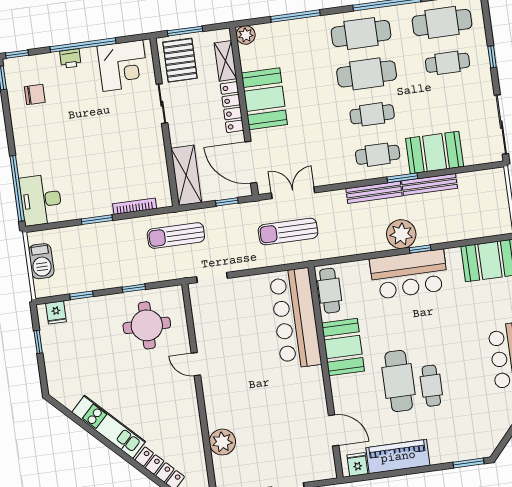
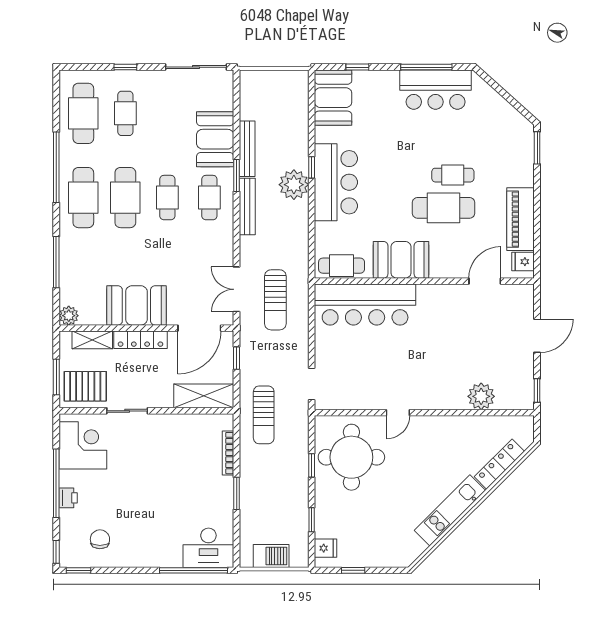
round table: (147, 325) -> (351, 457), width x1.36, depth x1.36

